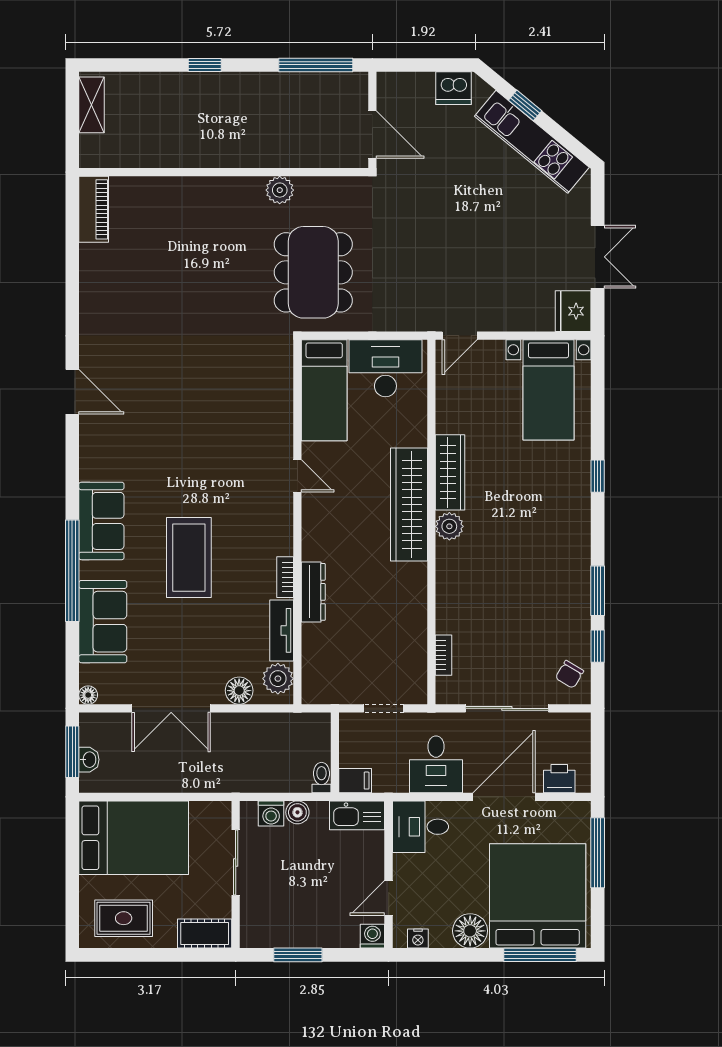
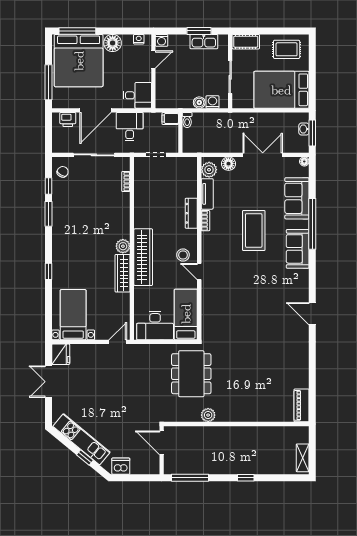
stool: (330, 509) -> (183, 255), added
kitchen sink: (357, 815) -> (204, 42), moved, turned 180

